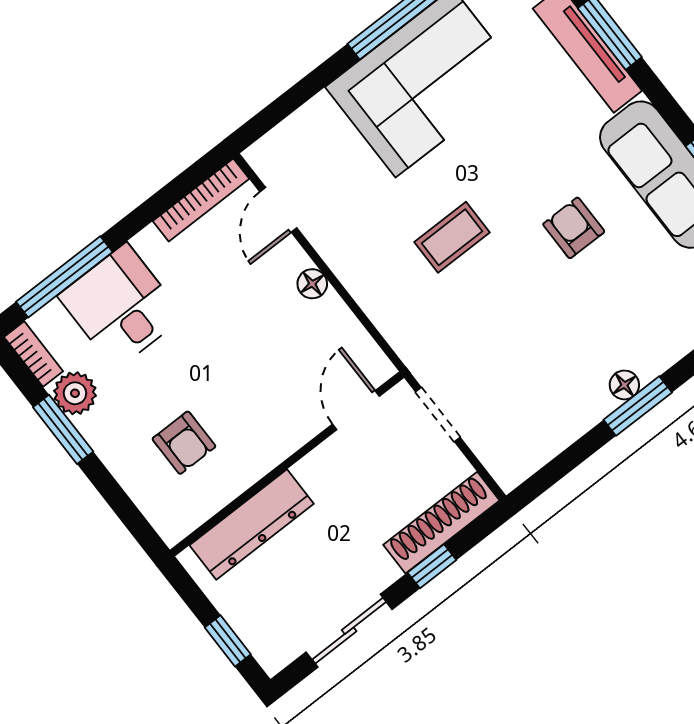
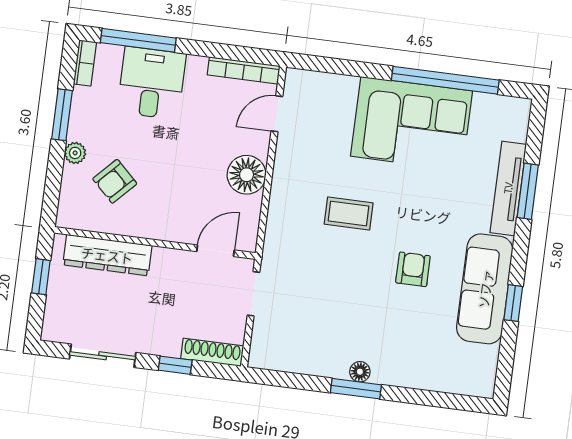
floor lamp: (312, 284) -> (247, 175), width x1.89, depth x1.89
plant: (75, 393) -> (75, 153), moved, width x0.73, depth x0.73
armchair: (184, 443) -> (115, 181), turned 44
shoe rack: (441, 523) -> (212, 352), width x0.74, depth x0.81
window: (228, 641) -> (41, 277), moved

